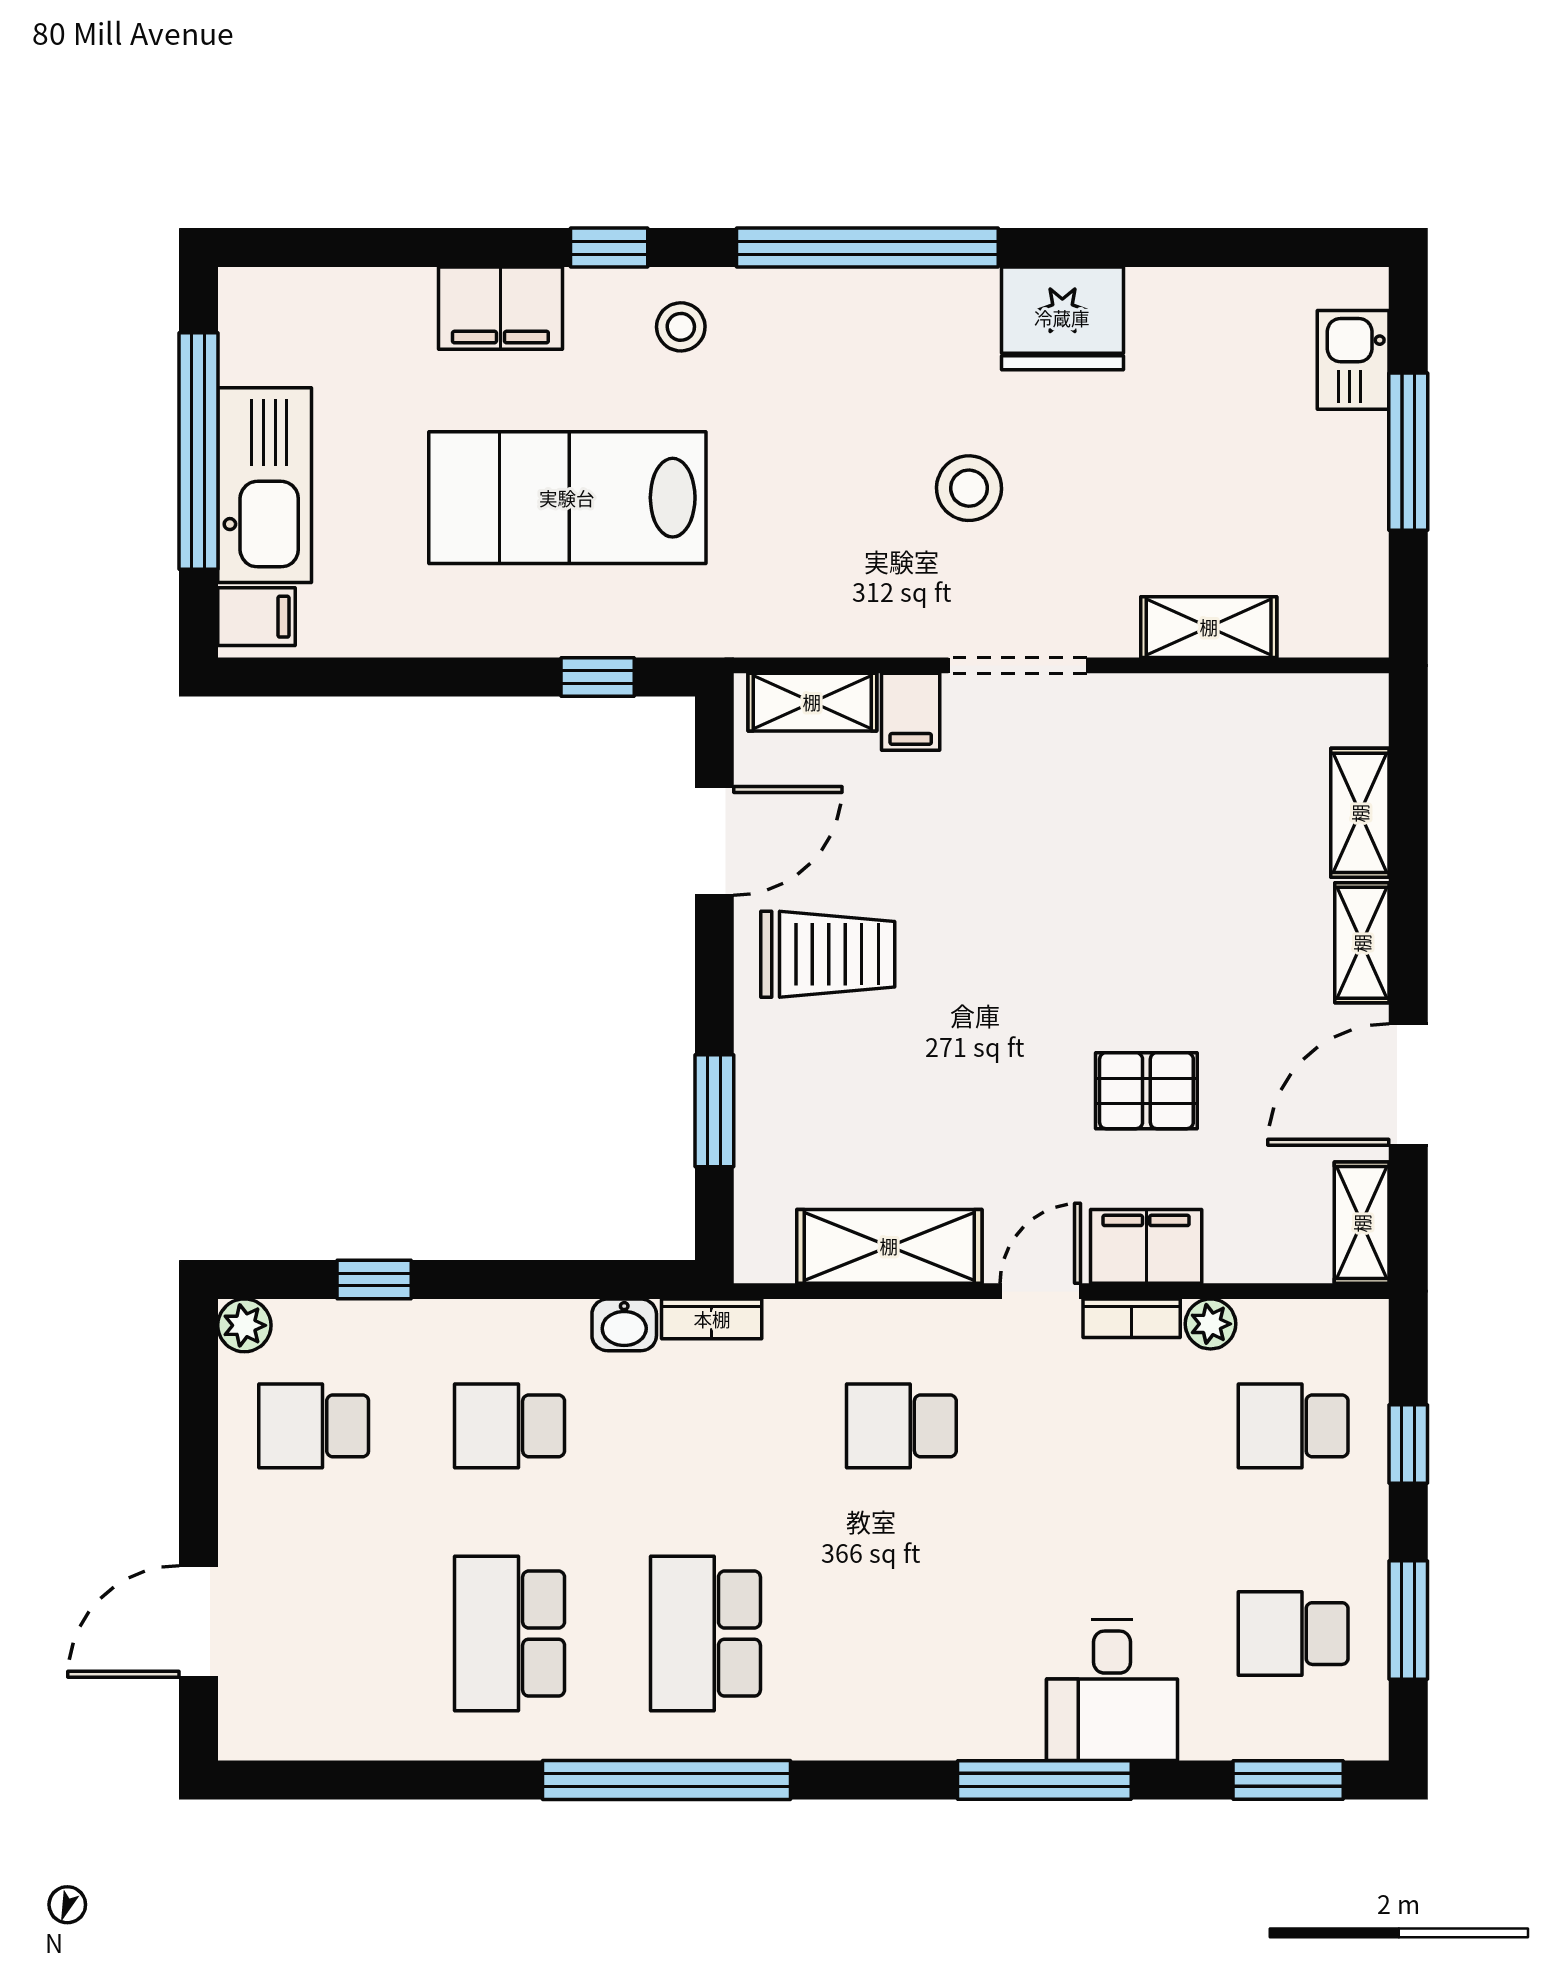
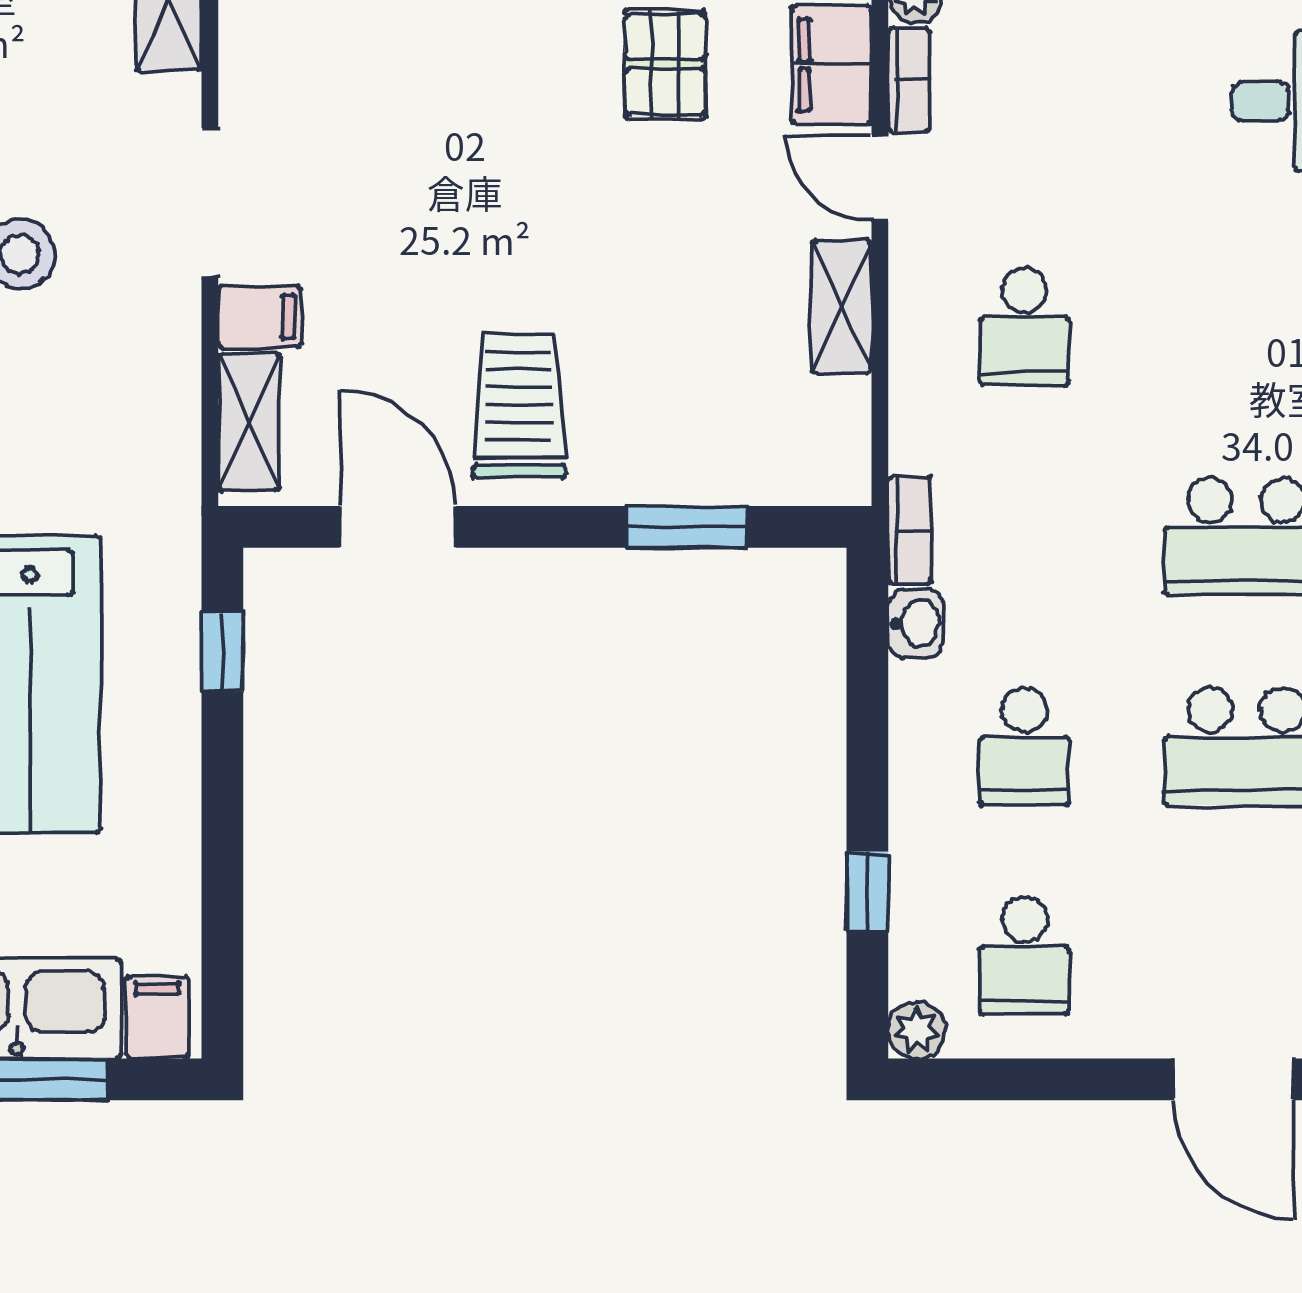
shelving: (889, 1246) -> (842, 307), width x0.67, depth x0.75

